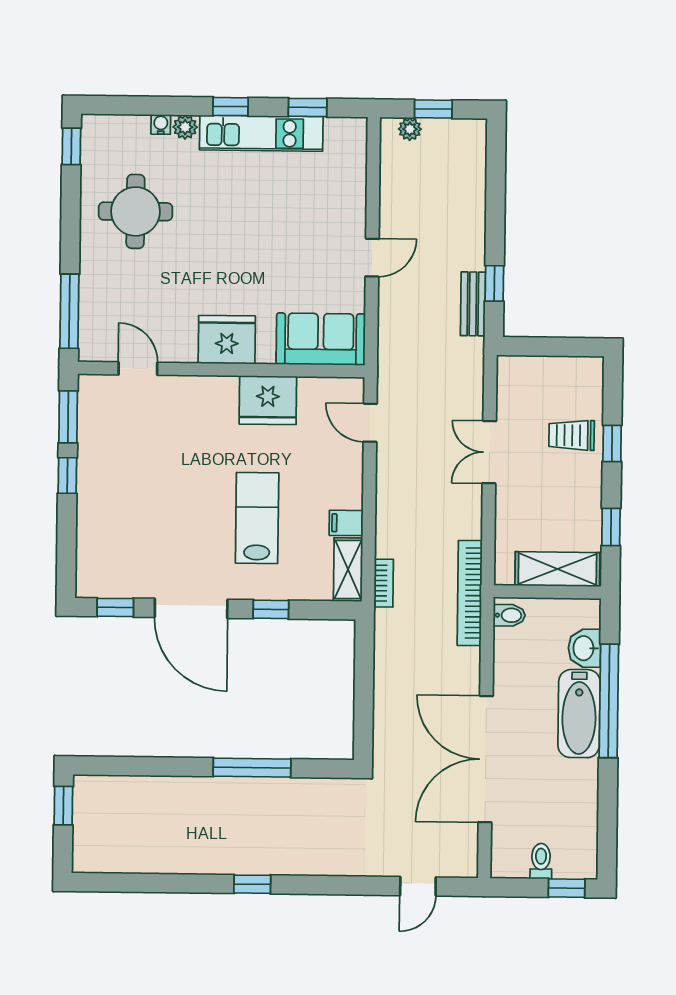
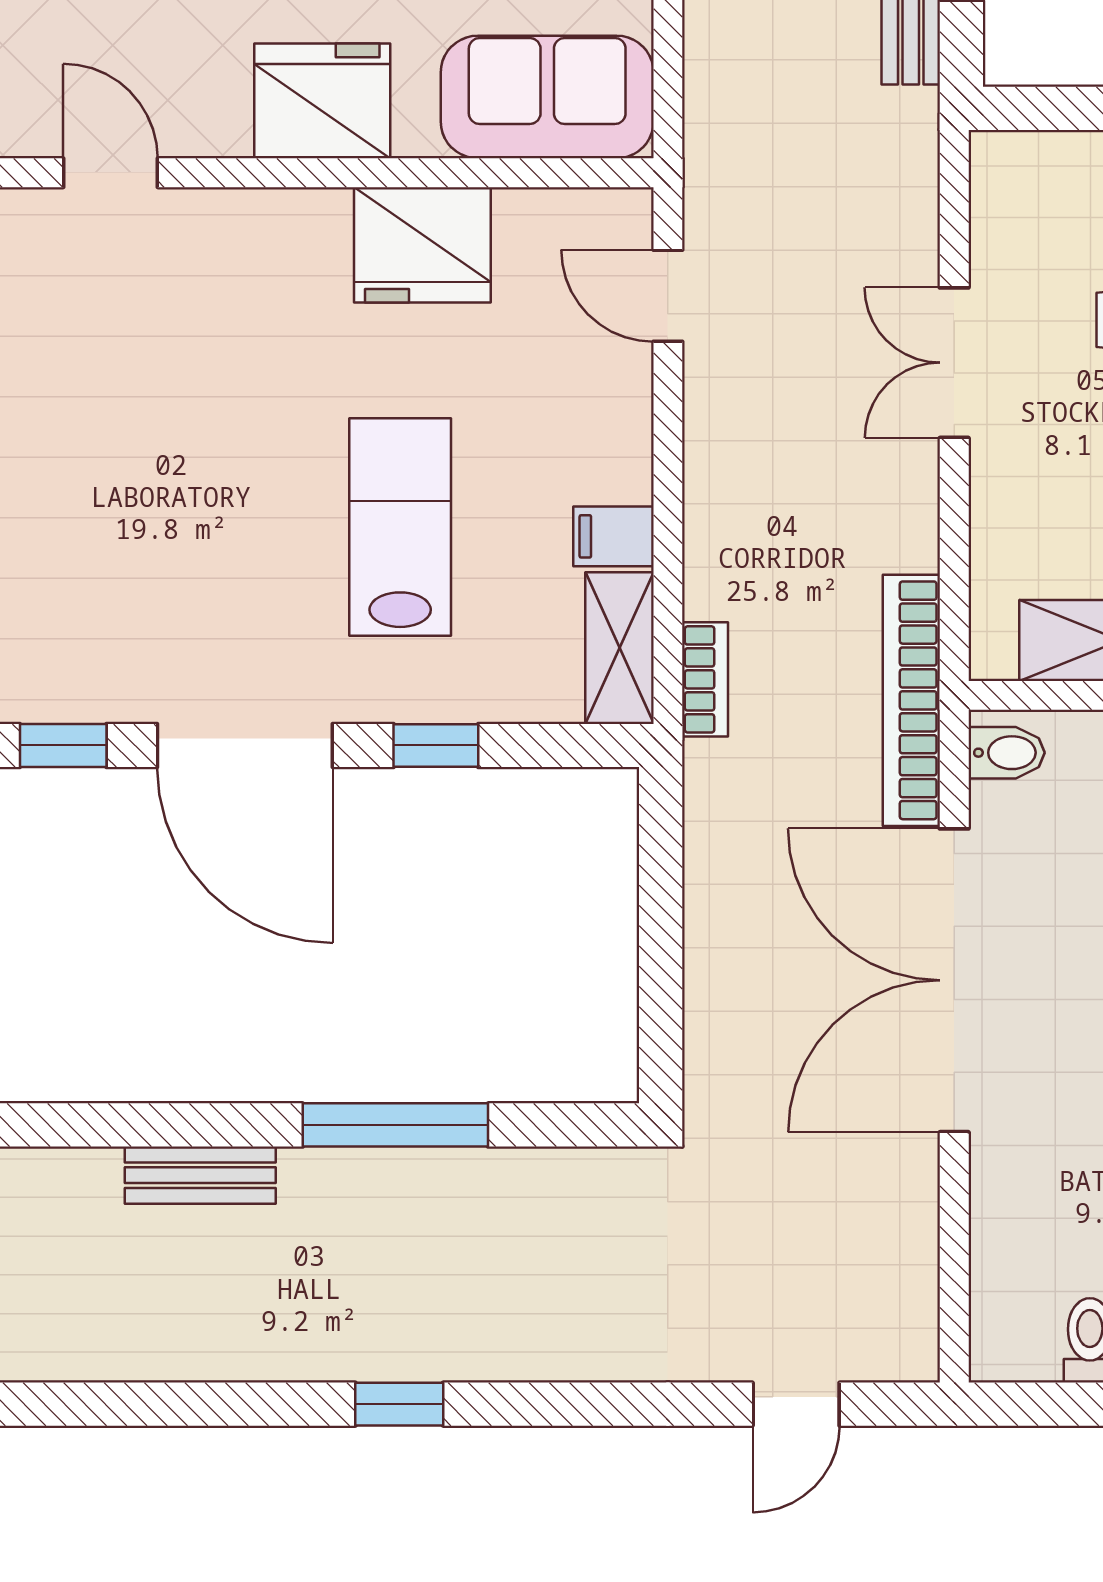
double door: (486, 759) -> (954, 980), moved
bench: (170, 788) -> (200, 1175), added

